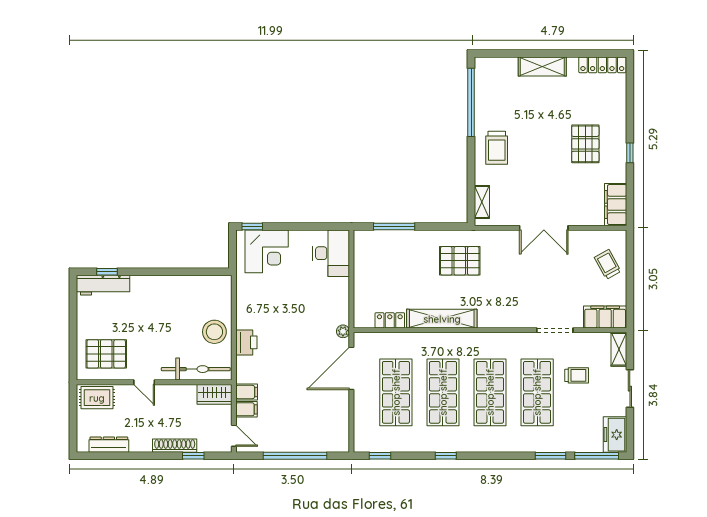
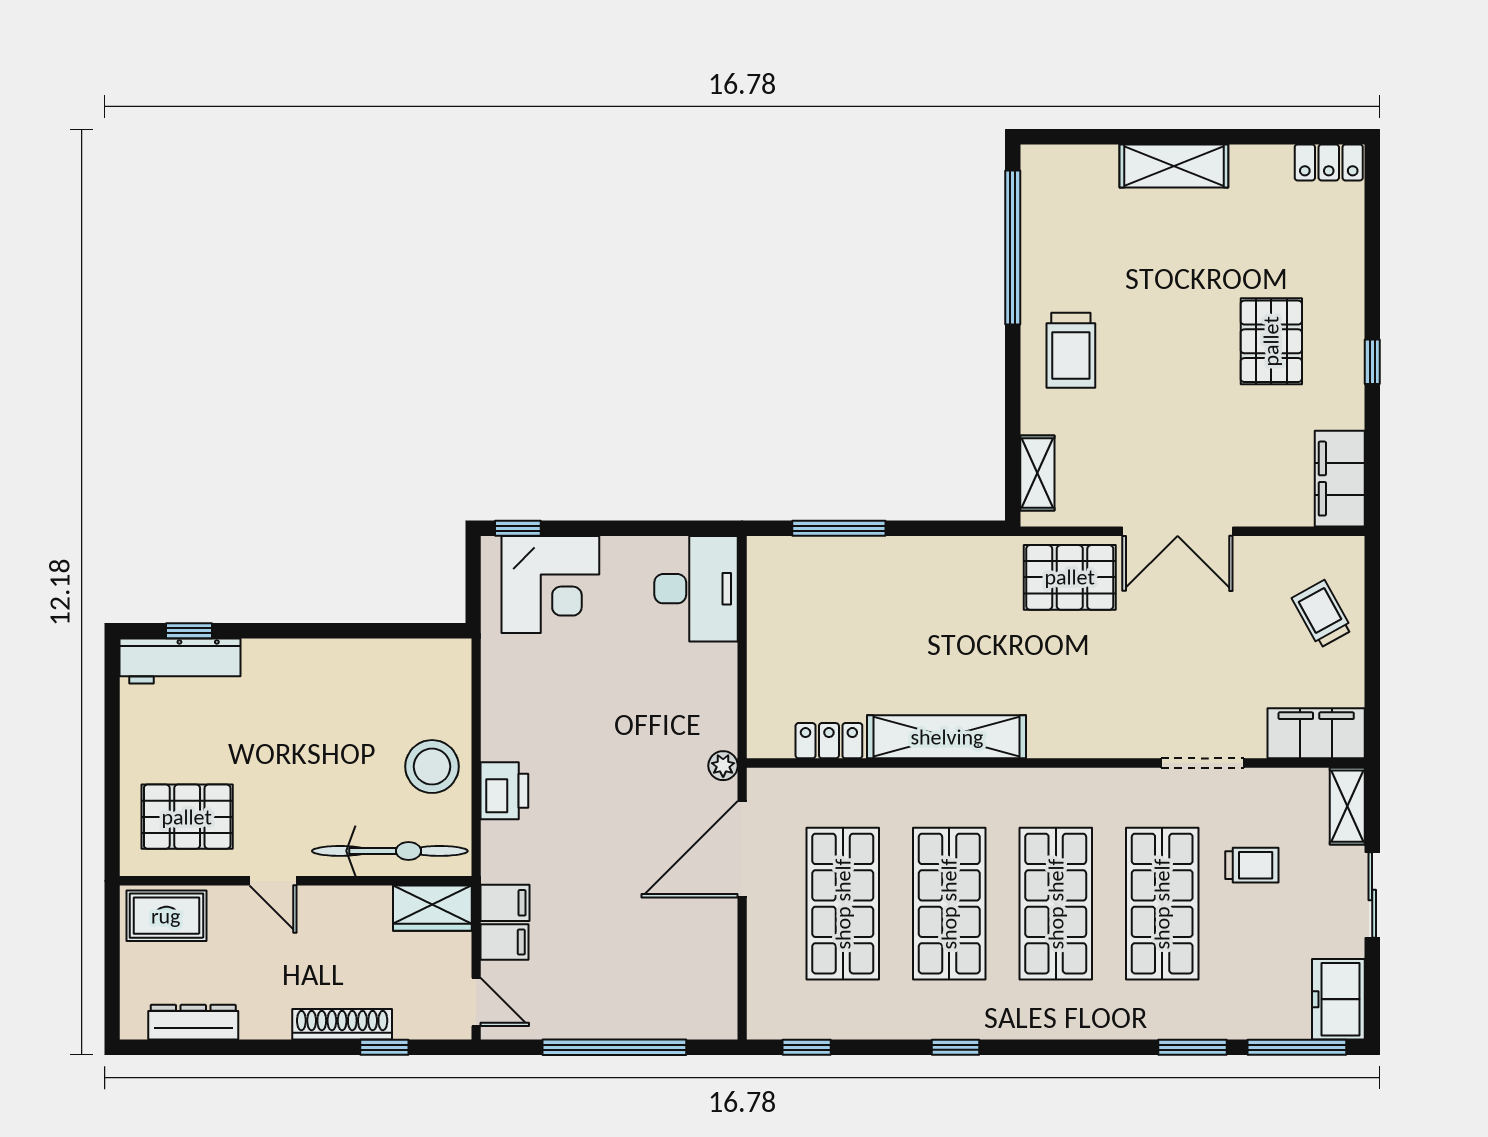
locker: (602, 65) -> (1329, 162), width x0.66
pallet: (460, 261) -> (1070, 577), moved

